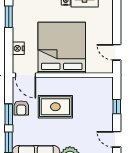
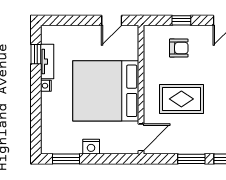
nightstand: (18, 48) -> (91, 147), moved
rug: (55, 107) -> (181, 99), turned 90
armchair: (21, 108) -> (179, 48), moved

